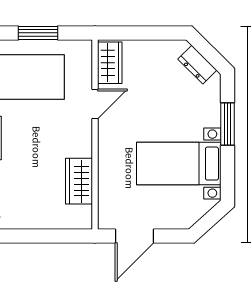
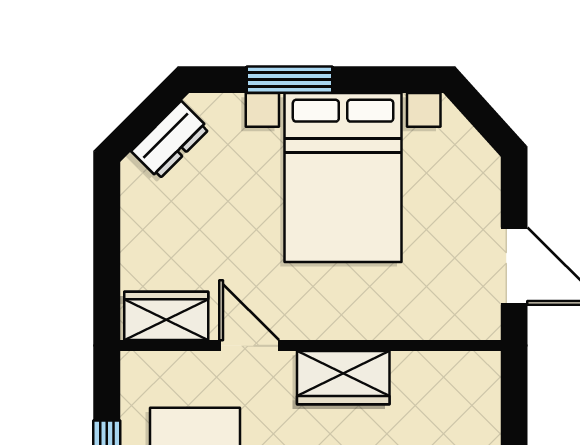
bed with nightstands: (179, 164) -> (343, 177), width x1.36
wardrobe: (79, 181) -> (343, 378), moved

